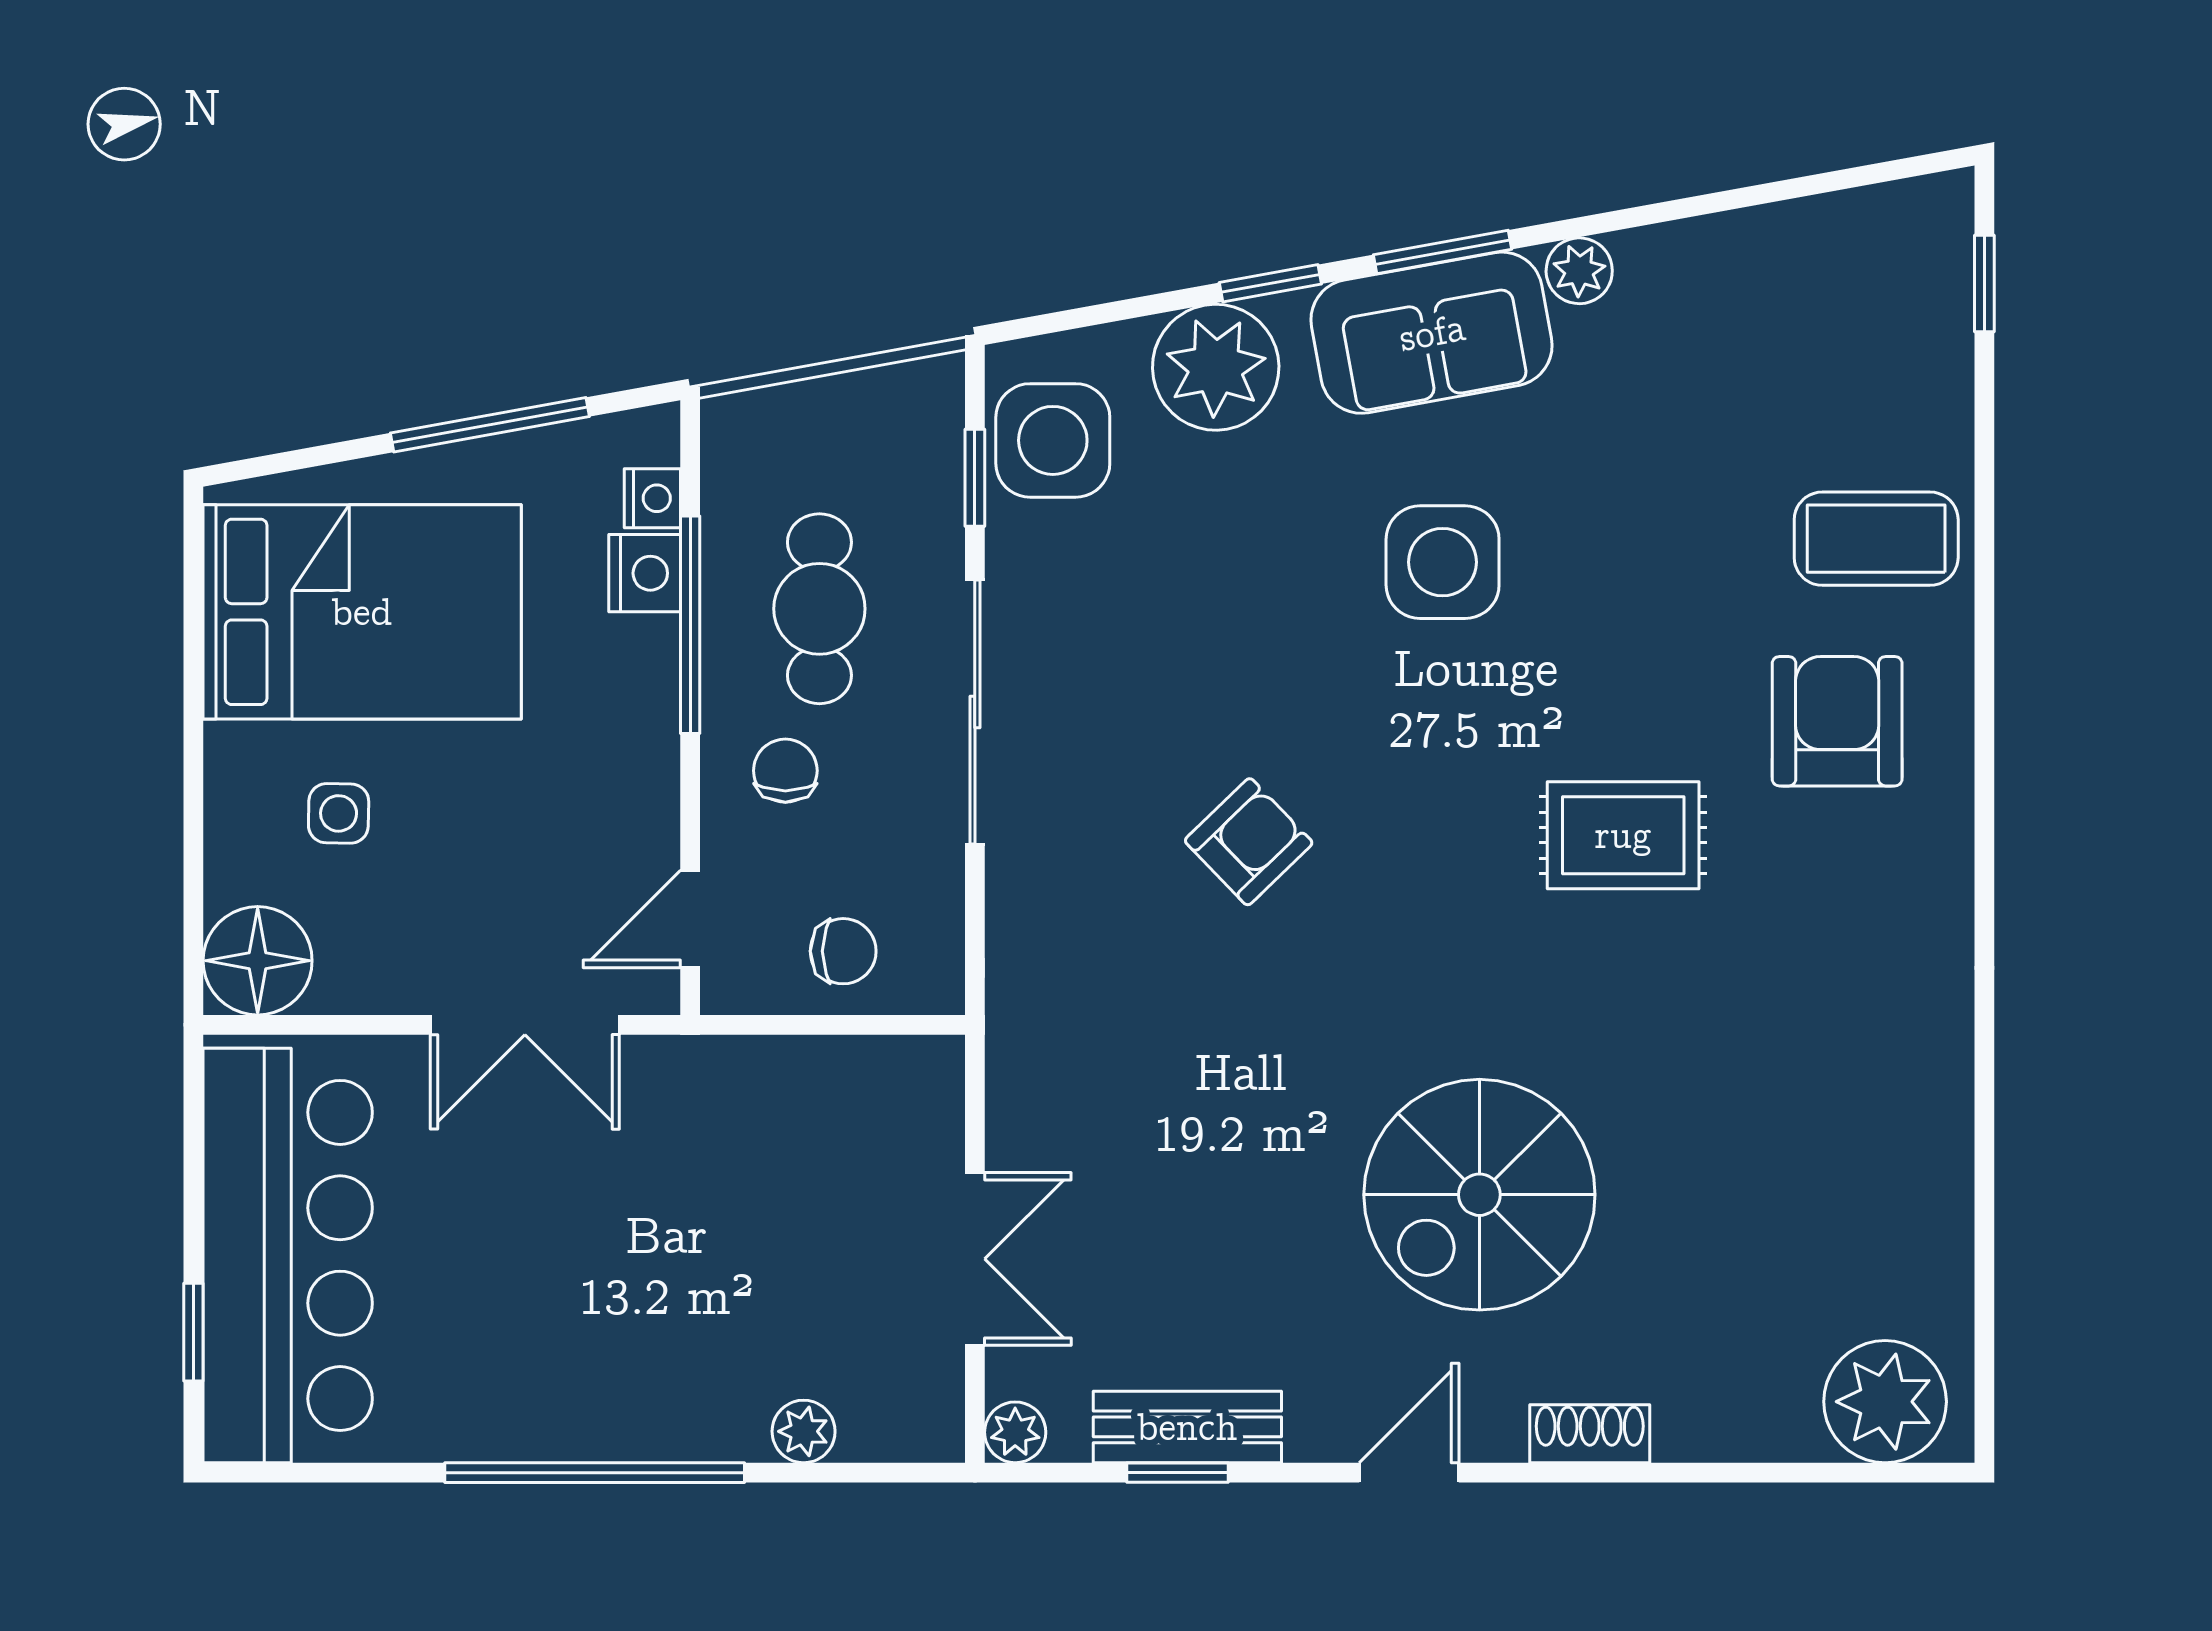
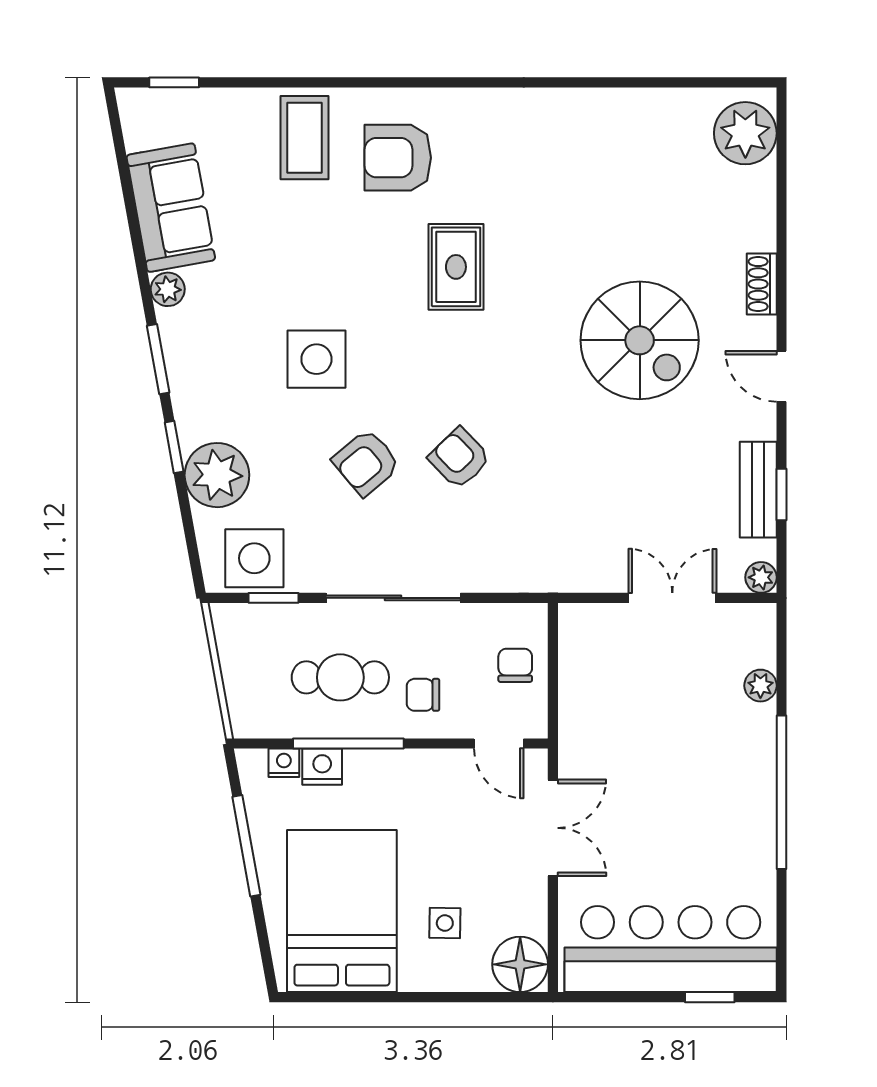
sofa: (1432, 333) -> (171, 208), moved
armchair: (1240, 659) -> (366, 462), added

